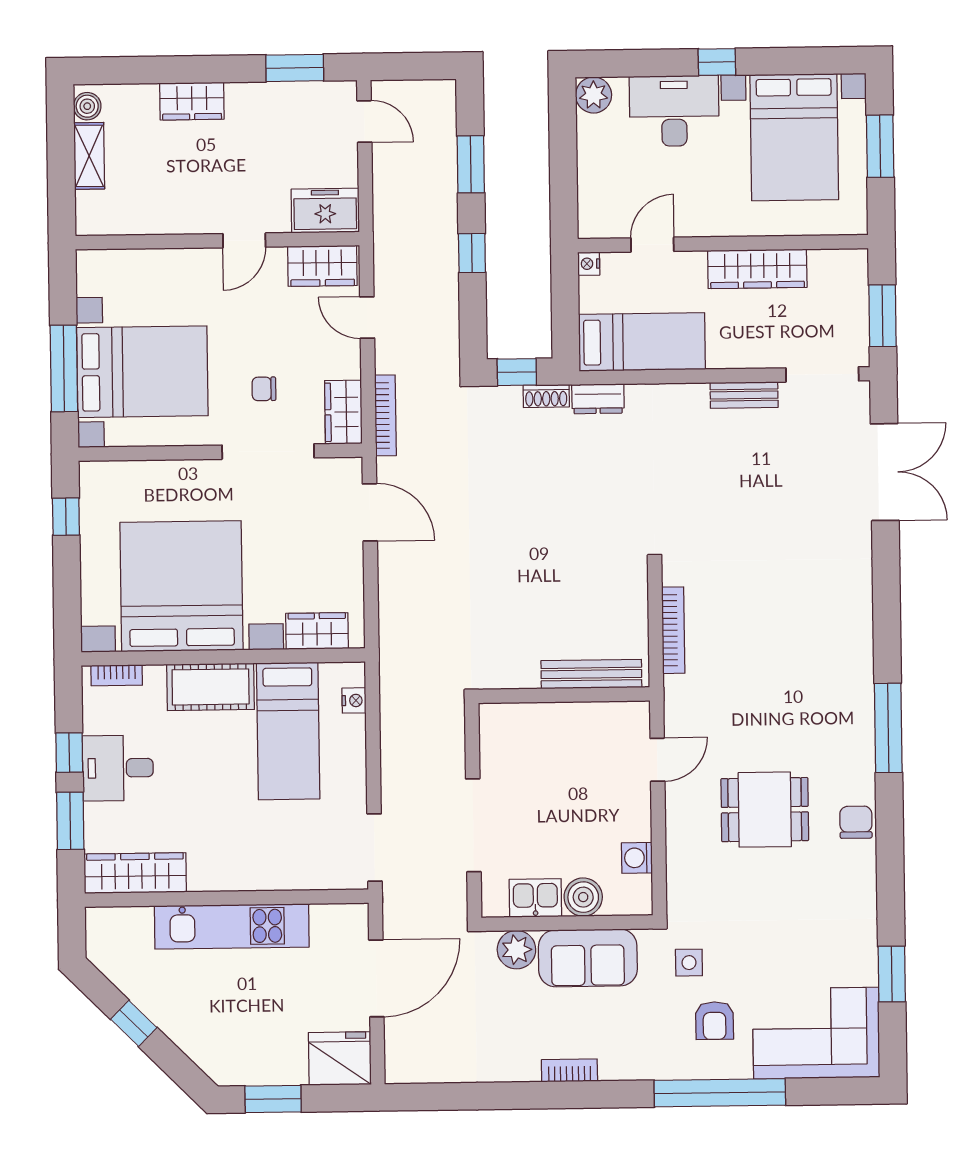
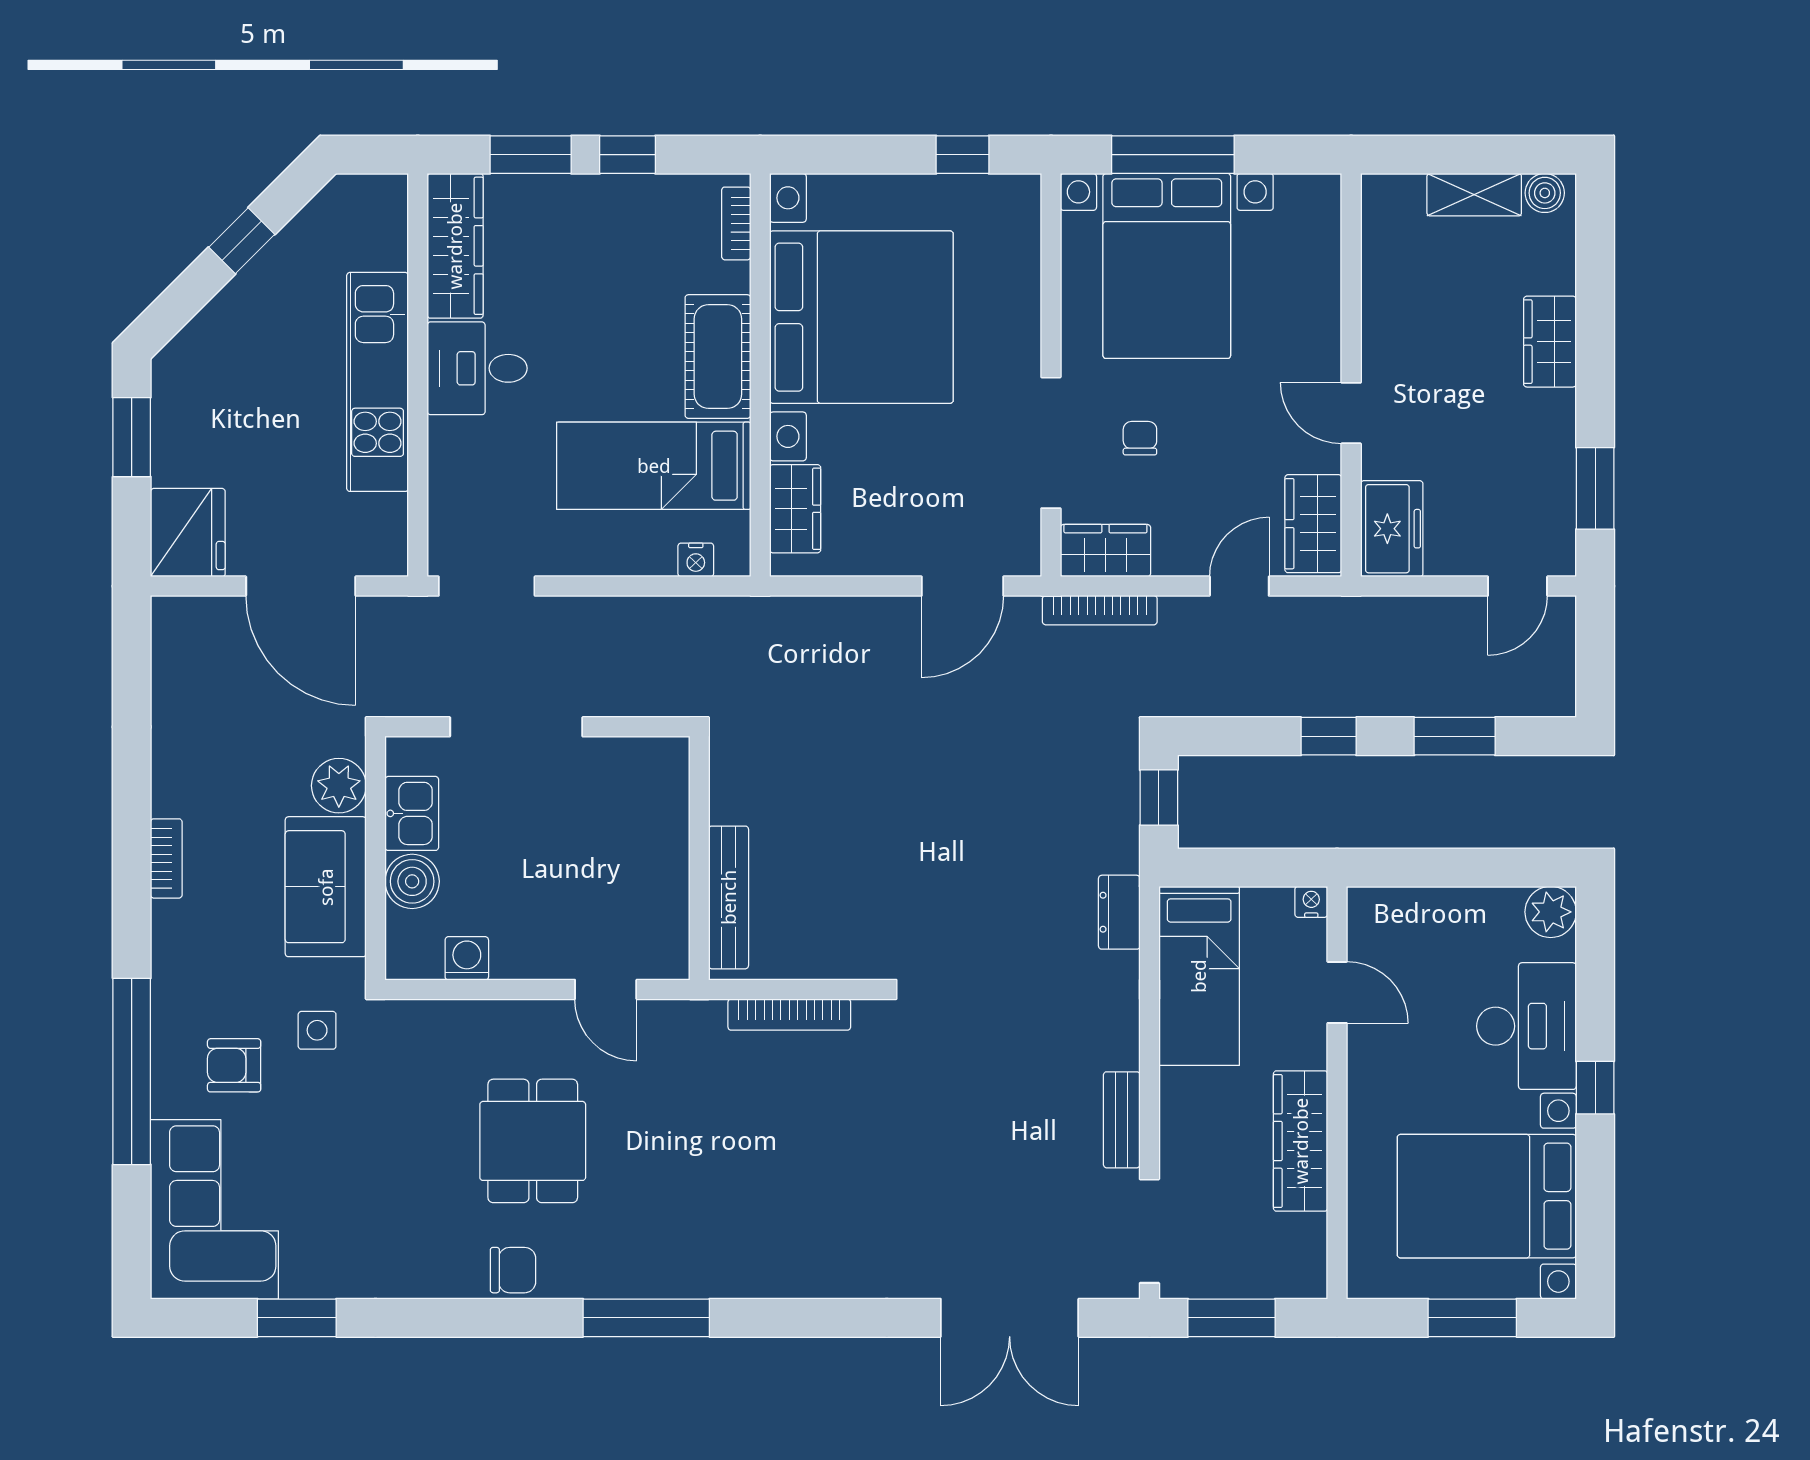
shoe rack: (546, 396) -> (1124, 839), removed
desk: (118, 768) -> (477, 368), moved, turned -90

